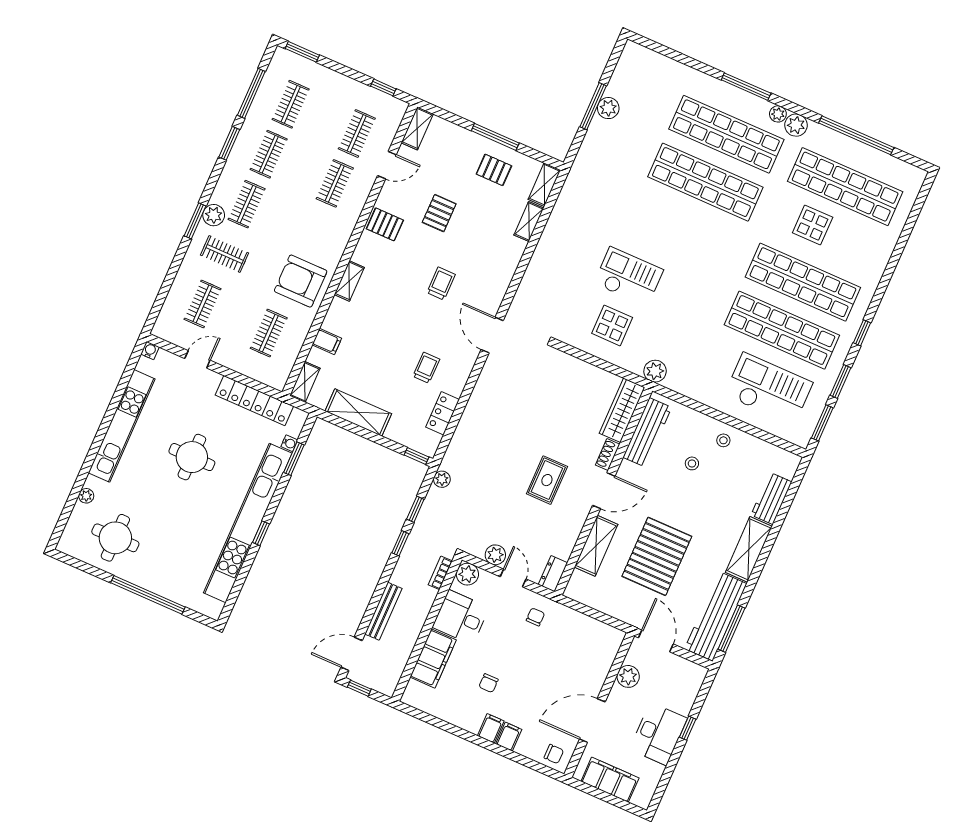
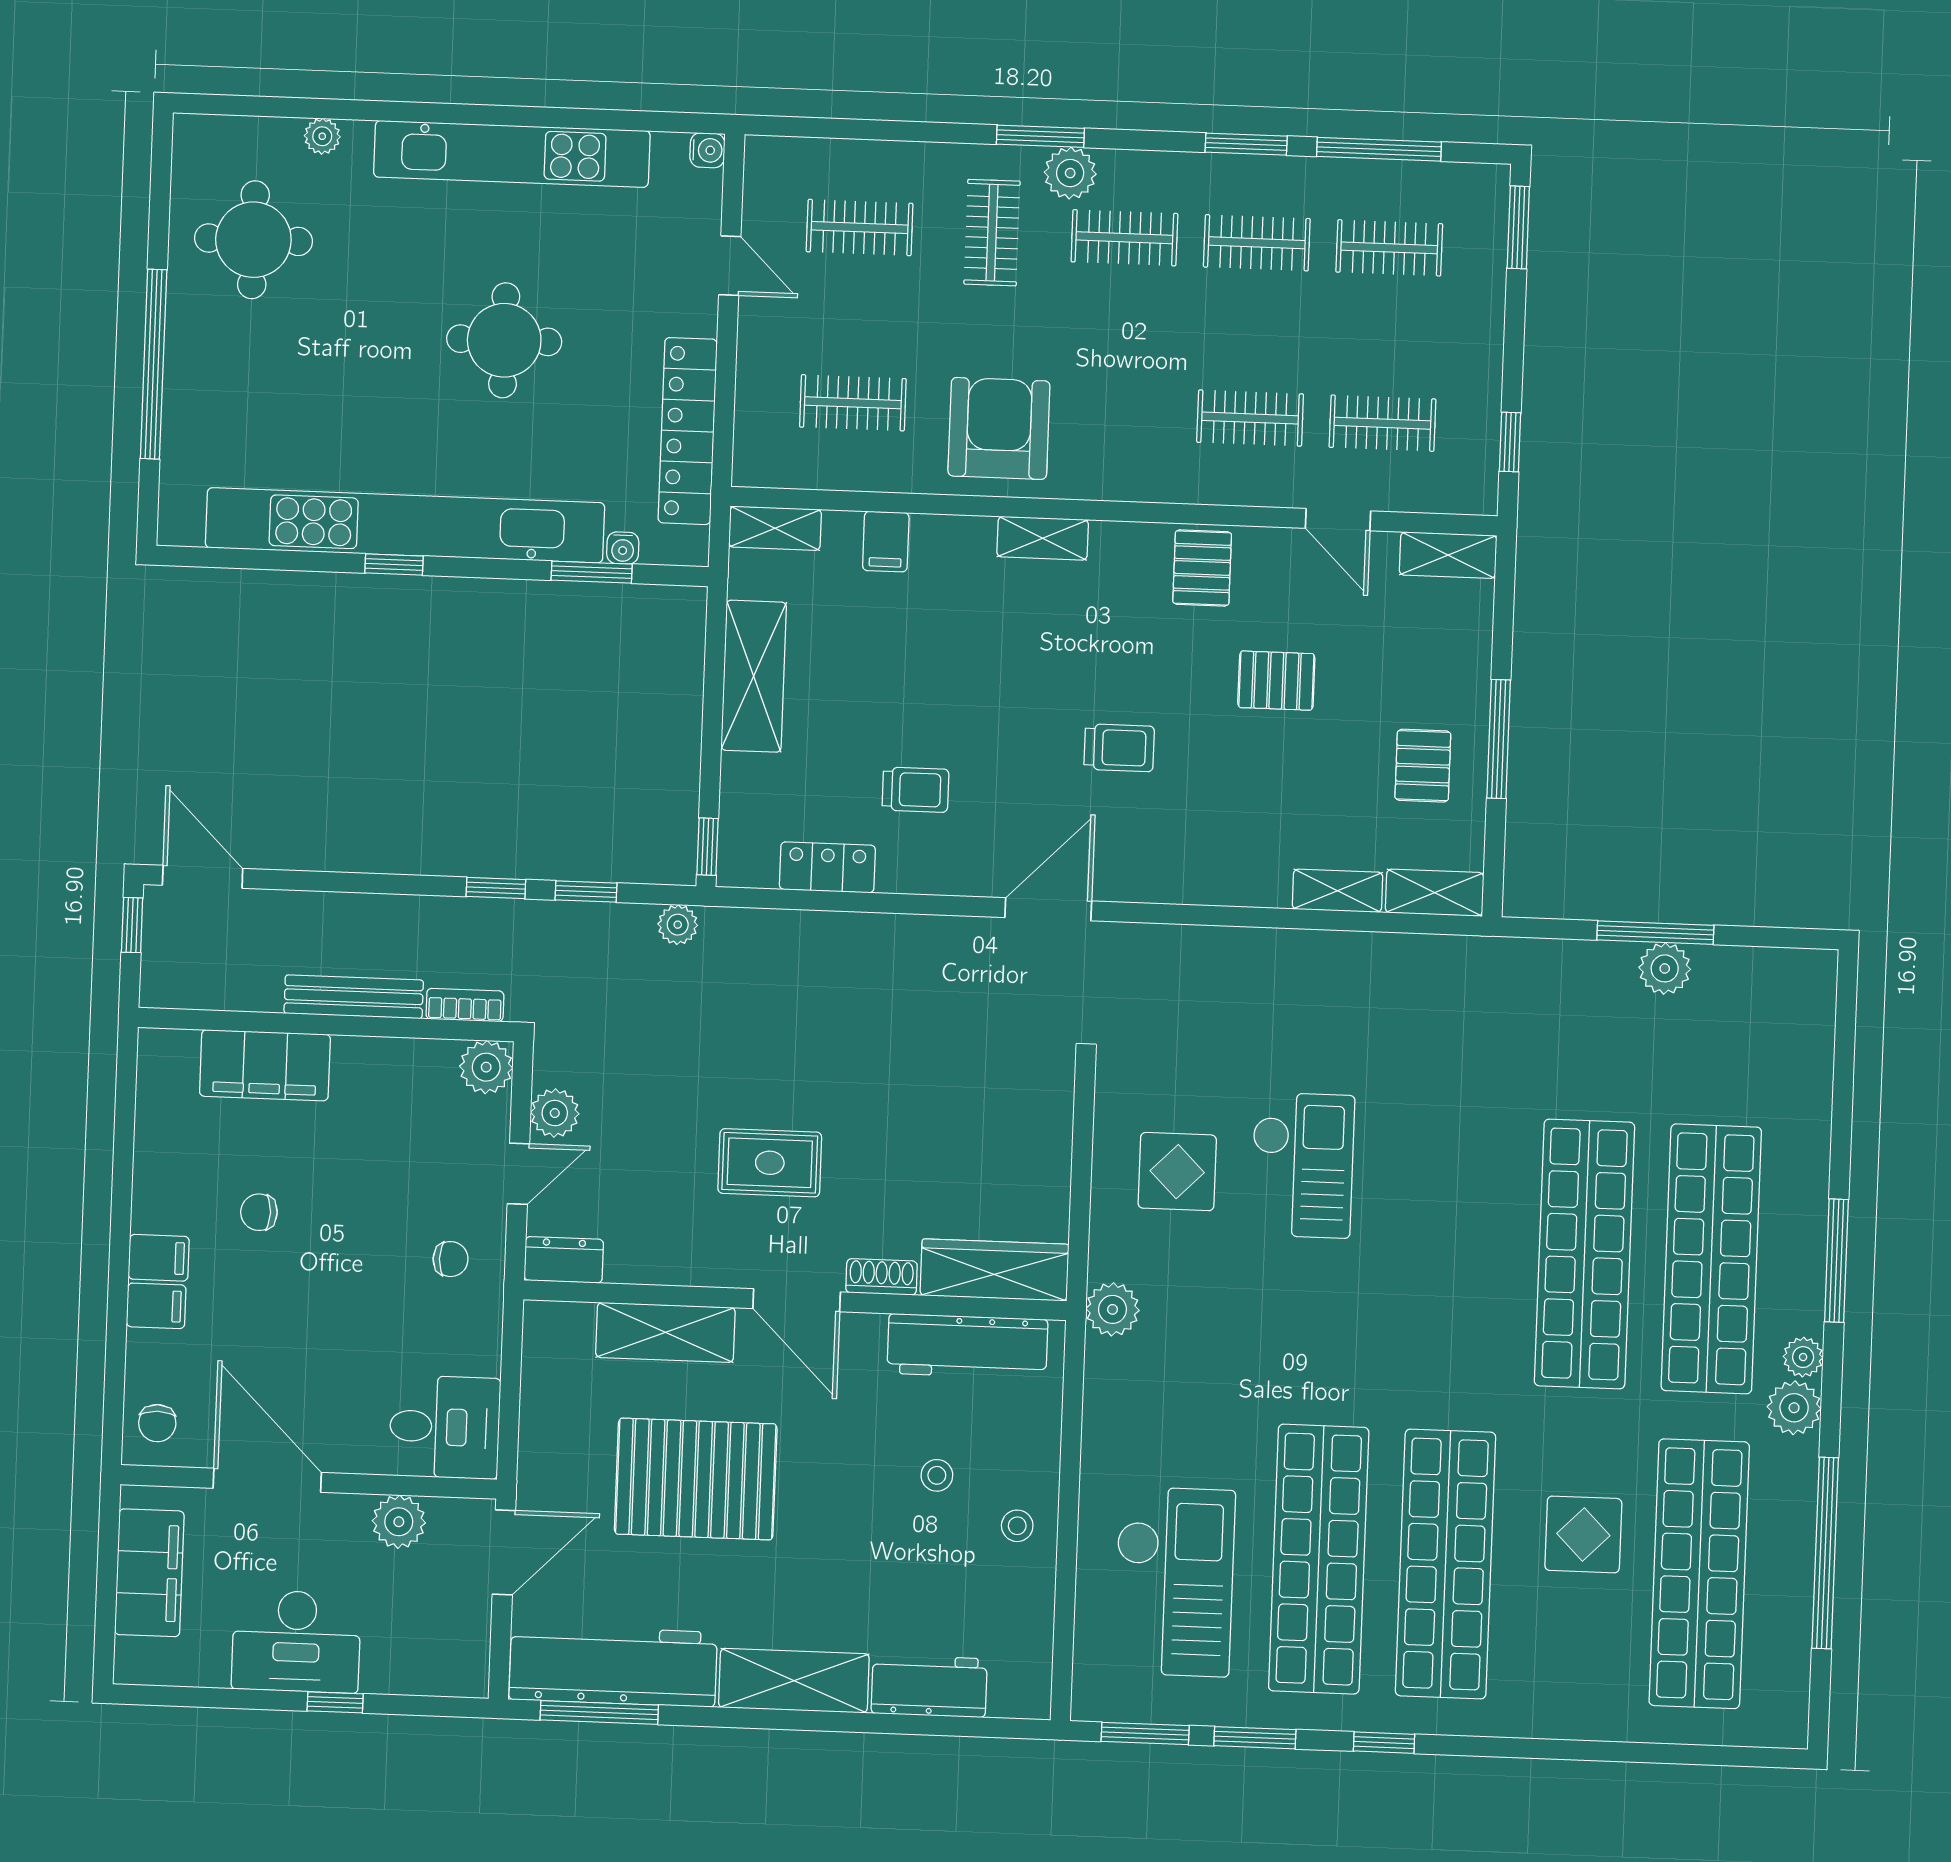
bench: (383, 611) -> (354, 997), moved
desk: (461, 617) -> (445, 1427), moved, turned 90

